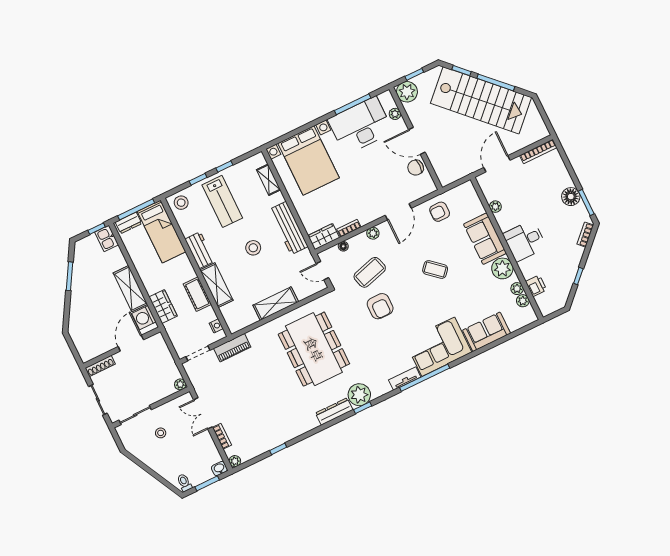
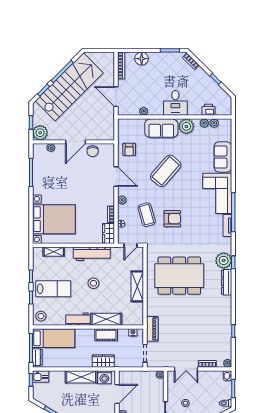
desk: (360, 126) -> (47, 174), removed
floor lamp: (571, 197) -> (142, 59), moved
coffee table: (435, 270) -> (166, 171), width x1.86, depth x1.72
door: (131, 343) -> (117, 394), swing flipped

